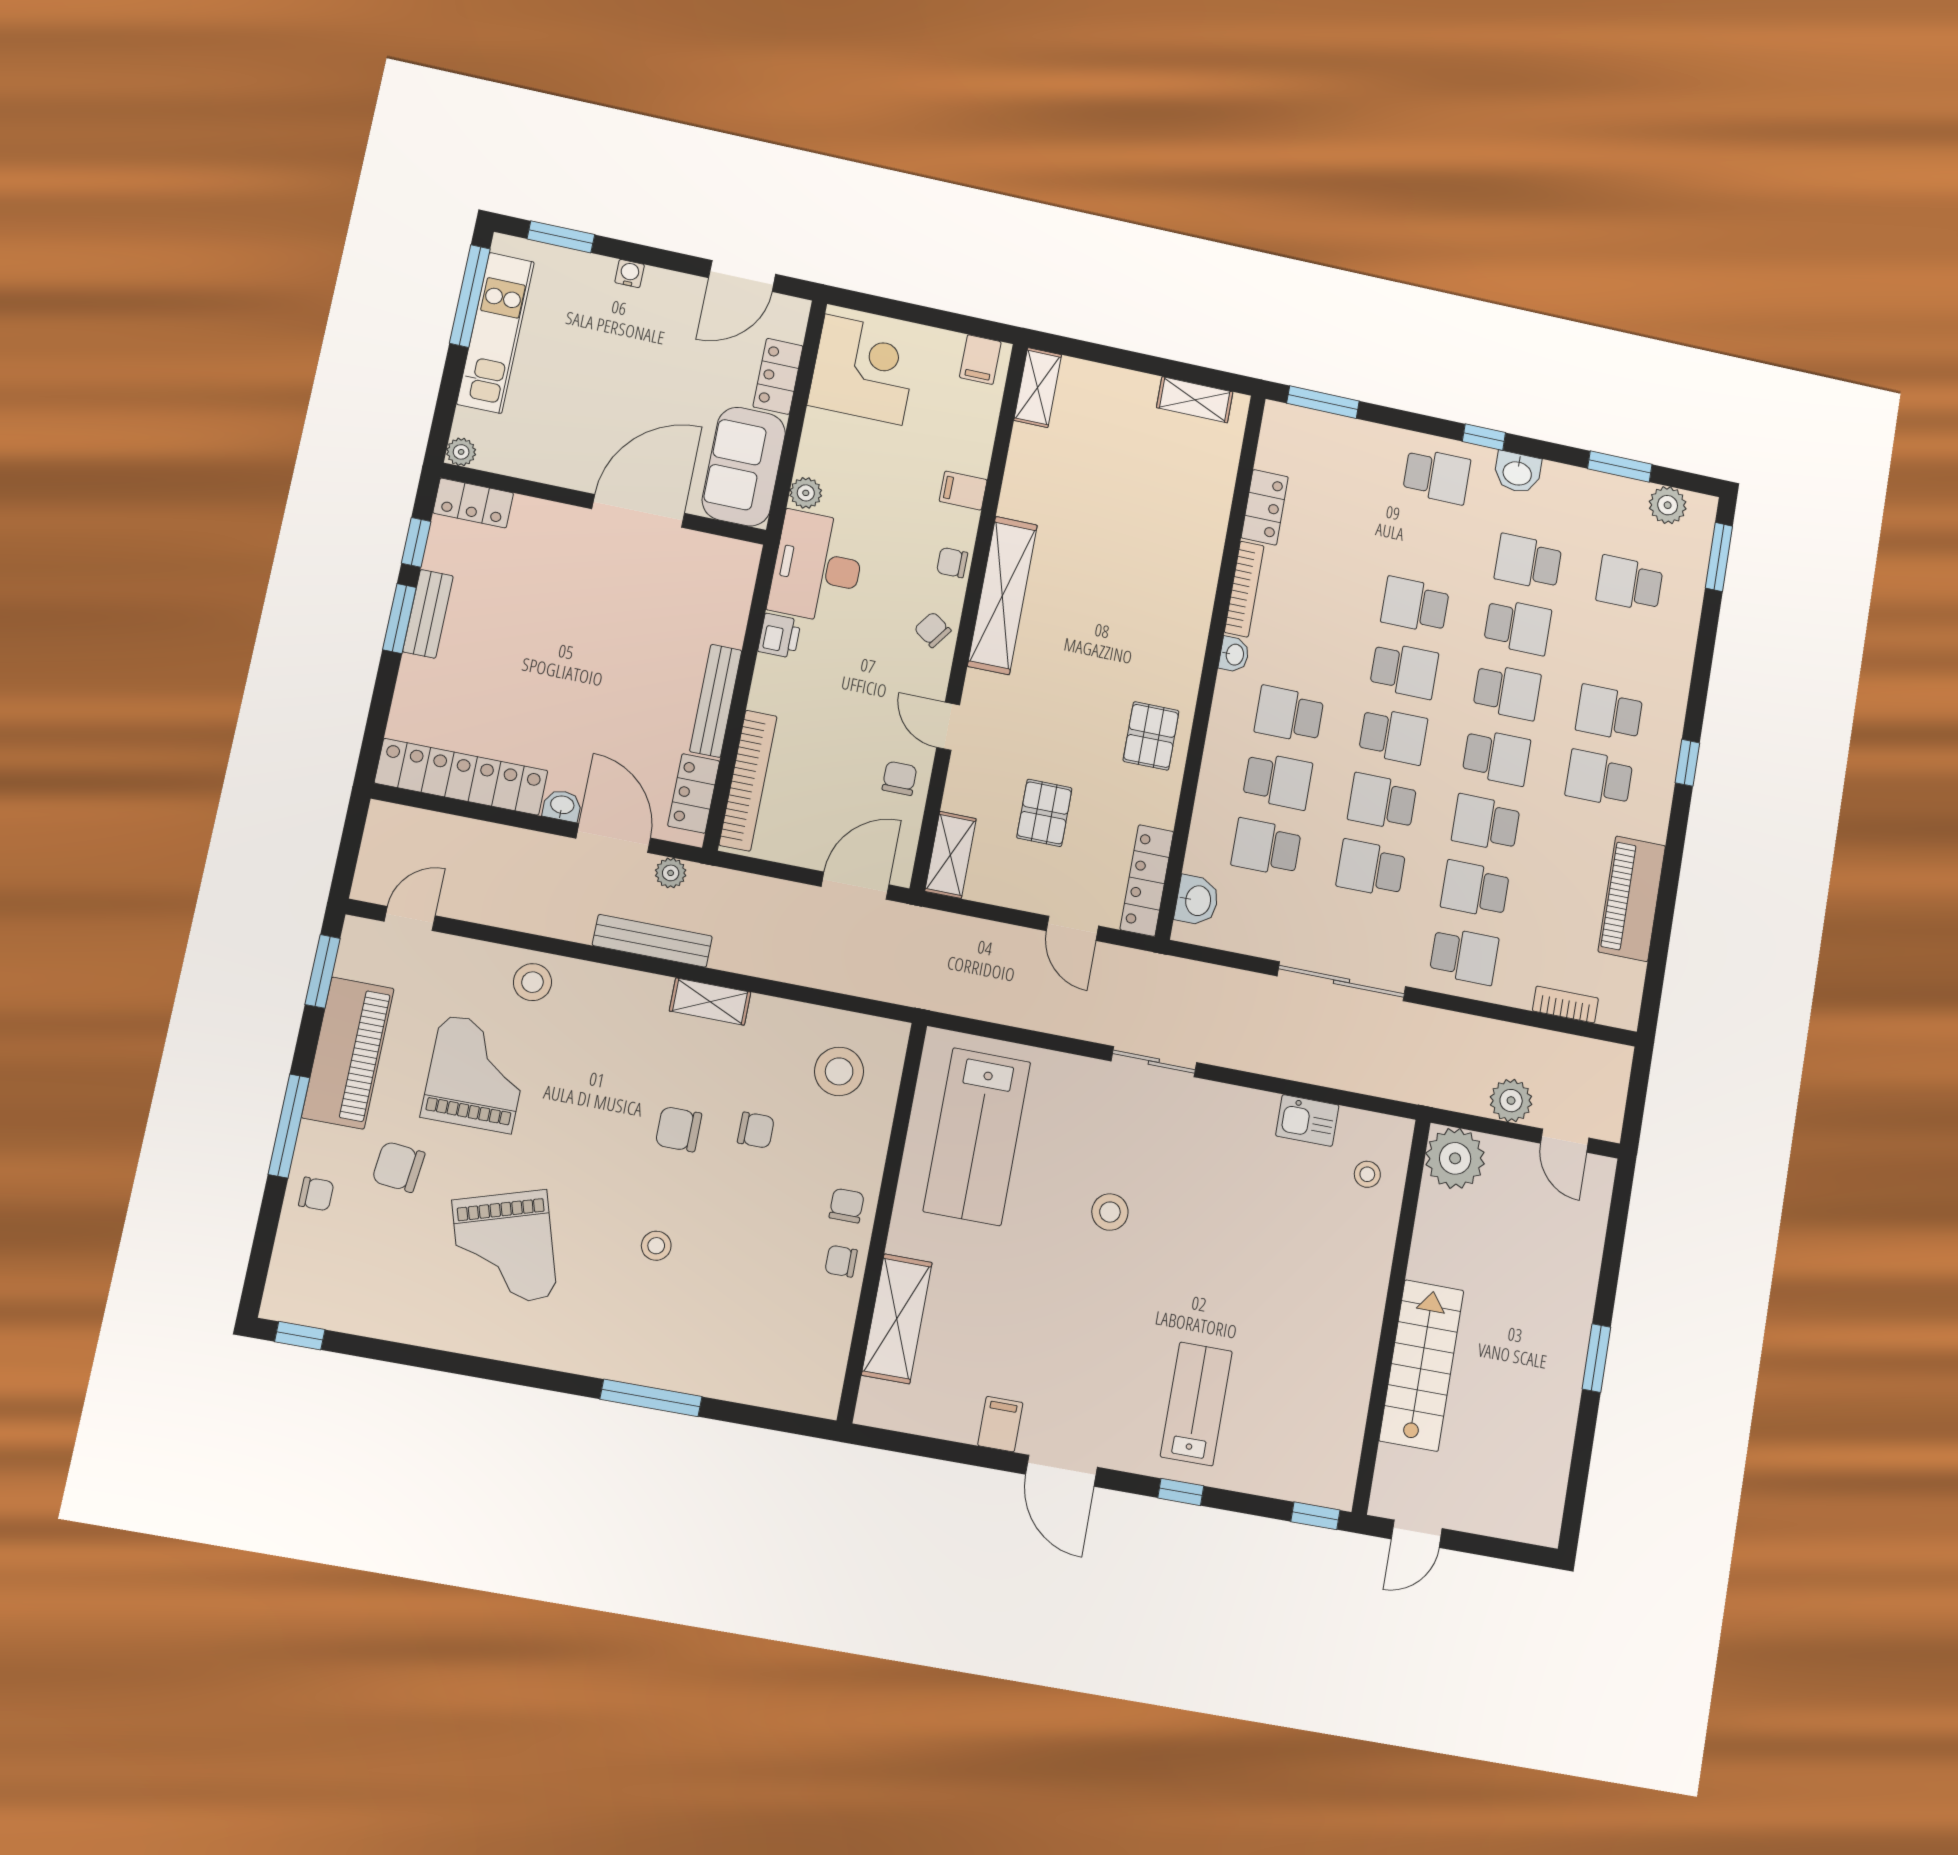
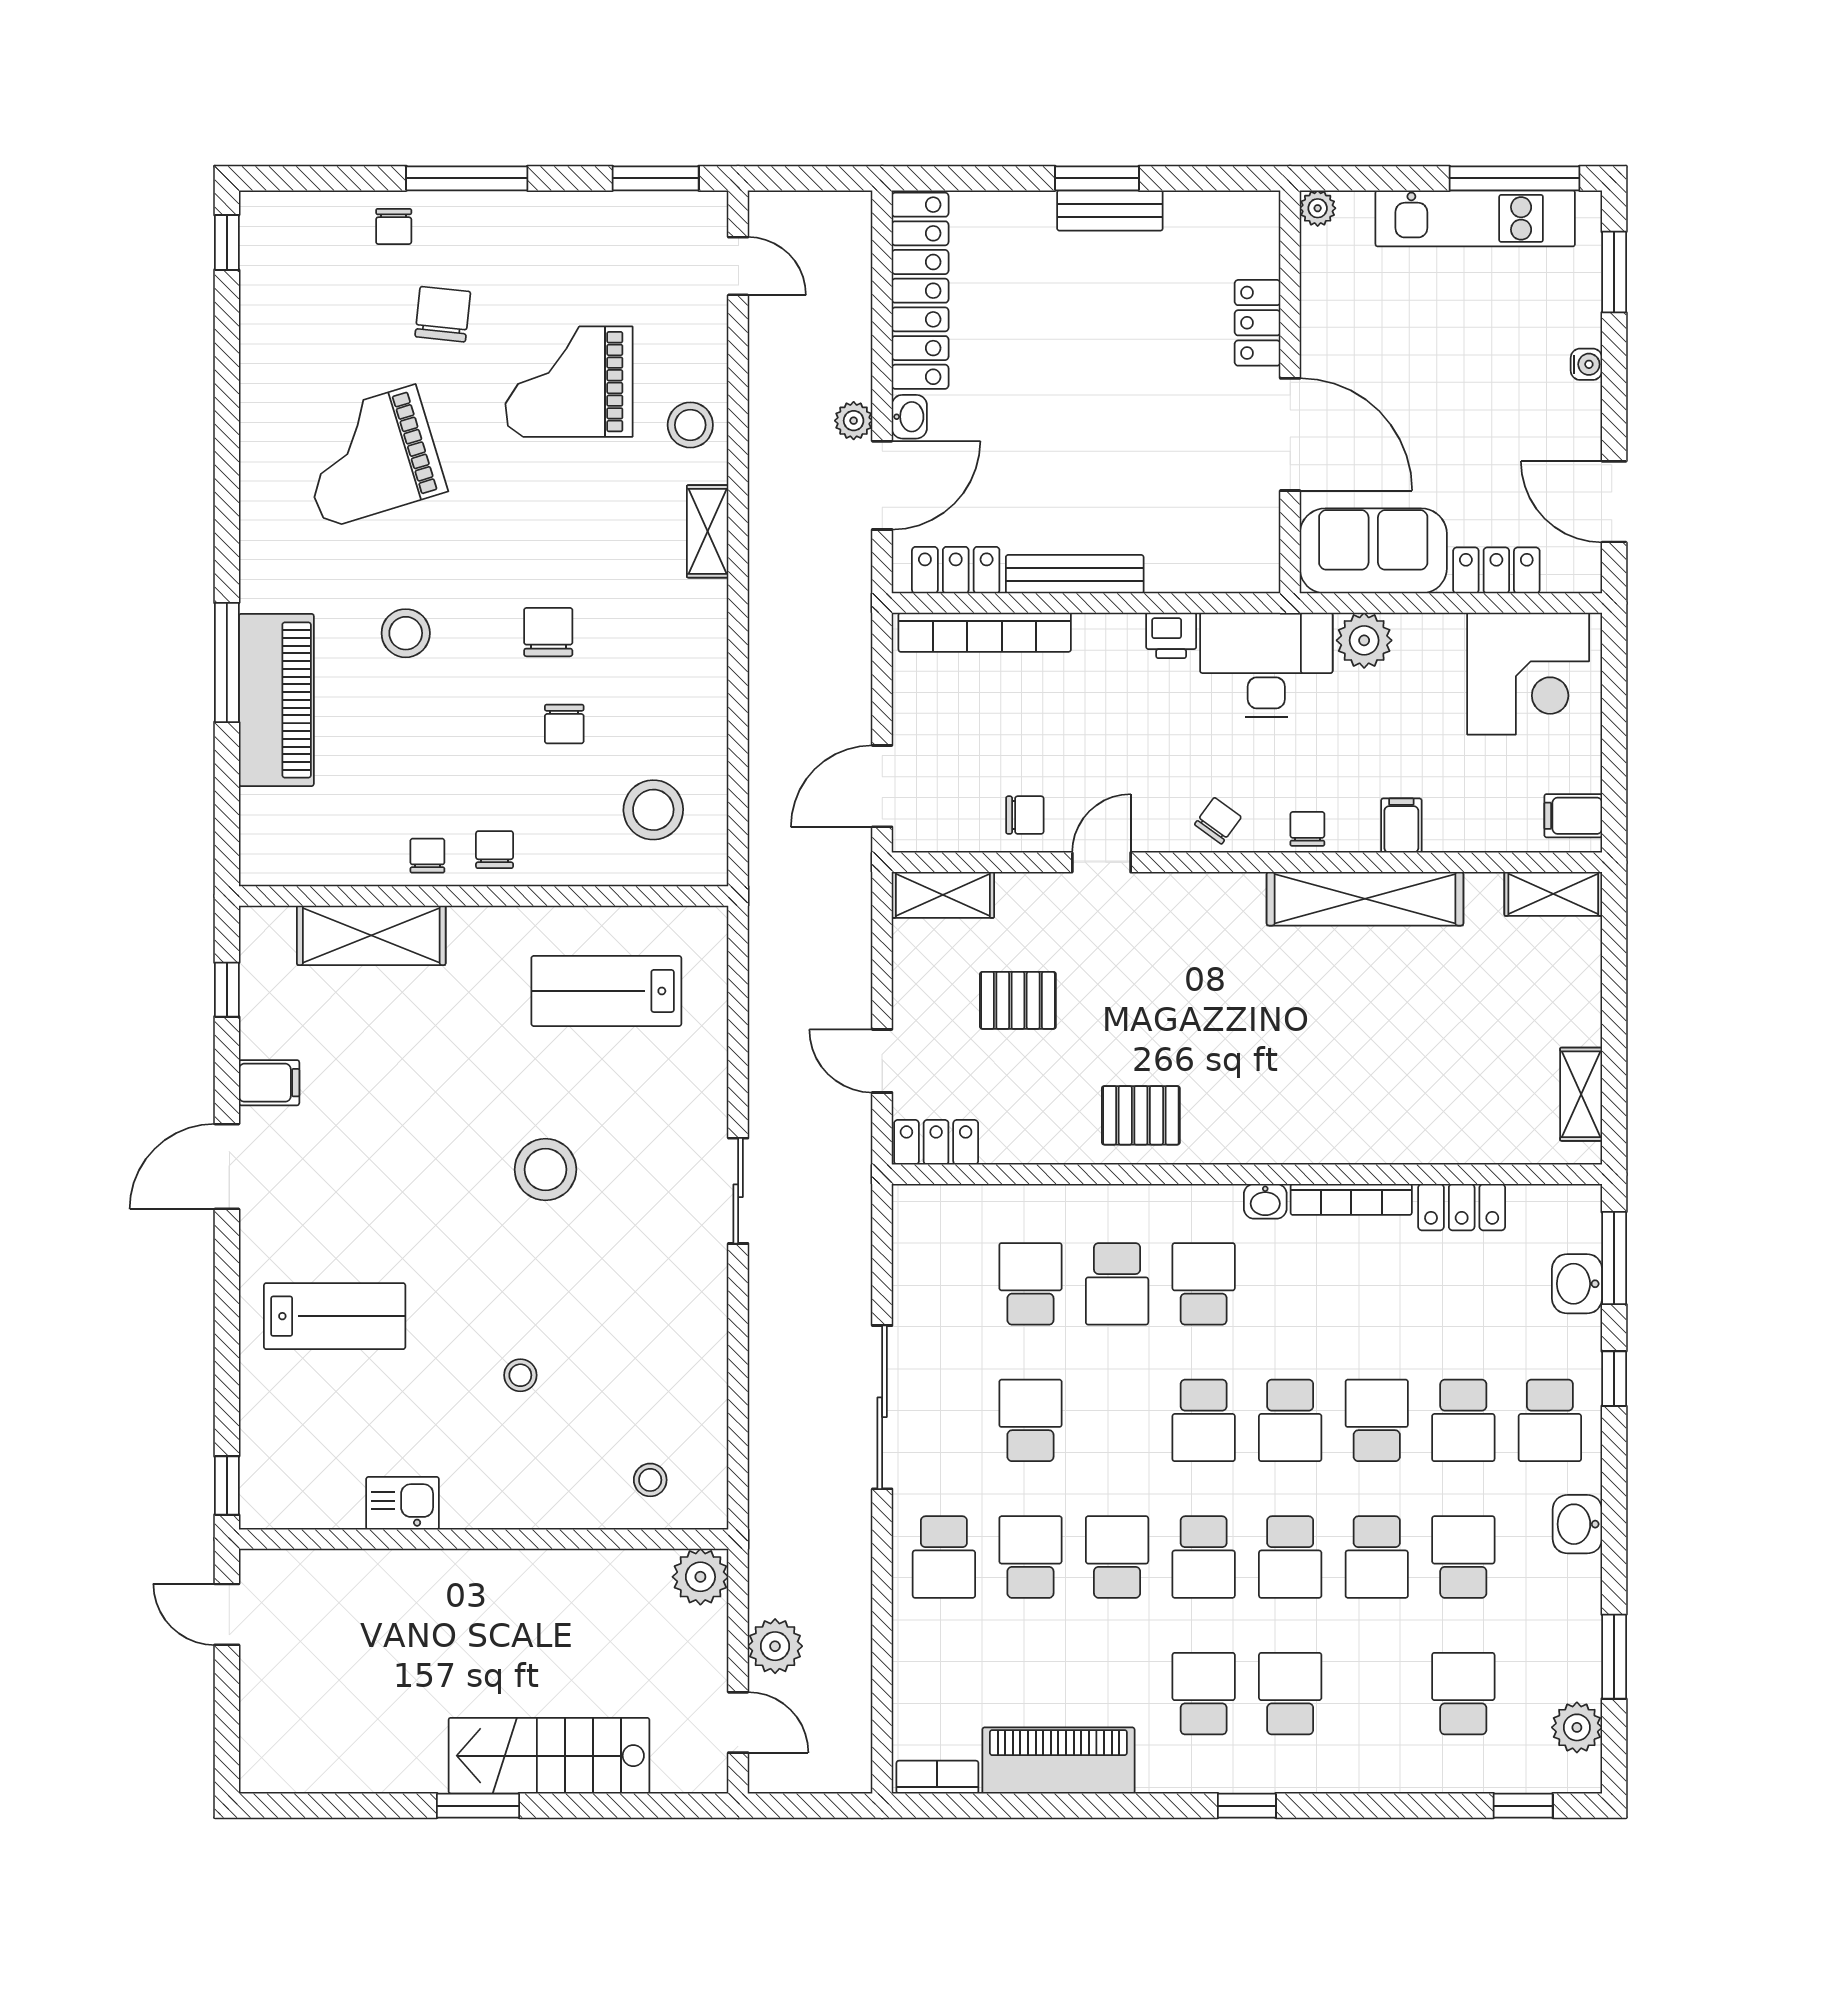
window: (1484, 437) -> (1614, 1379), moved
plant: (806, 493) -> (1364, 640), width x1.38, depth x1.38
locker: (473, 503) -> (1258, 323), moved
window: (416, 542) -> (1194, 178), removed
window: (1719, 557) -> (1523, 1806), width x0.67
shelving: (1002, 595) -> (1365, 899), moved
school desk: (1382, 802) -> (1463, 1420), moved, turned 180
plant: (671, 873) -> (854, 421), moved
locker: (1147, 881) -> (936, 1142), width x0.66
door: (855, 886) -> (882, 786), swing flipped
washbasin: (1197, 900) -> (1577, 1284), moved, turned 90
door: (1072, 928) -> (882, 1061), hinge flipped
bench: (652, 941) -> (767, 556), removed
shelving: (710, 1002) -> (708, 531), moved
bookcase: (1565, 1005) -> (937, 1777), moved, turned -90
piano: (348, 1053) -> (276, 700), moved, turned -90
grand piano: (476, 1074) -> (569, 382), turned 180
kitchen sink: (1307, 1120) -> (403, 1503), moved, turned 90
lab bench: (977, 1137) -> (606, 991), width x0.73, depth x0.72
door: (1565, 1141) -> (738, 1722), swing flipped
plant: (1455, 1158) -> (700, 1577), width x0.73, depth x0.73
chair: (847, 1206) -> (495, 850), turned -90
stool: (1110, 1212) -> (545, 1169), width x1.38, depth x1.38
stool: (656, 1246) -> (406, 633), width x1.37, depth x1.37
stool: (1268, 1262) -> (520, 1375), added
stairs: (1421, 1365) -> (549, 1756), moved, turned 180
window: (1181, 1492) -> (227, 990), moved

